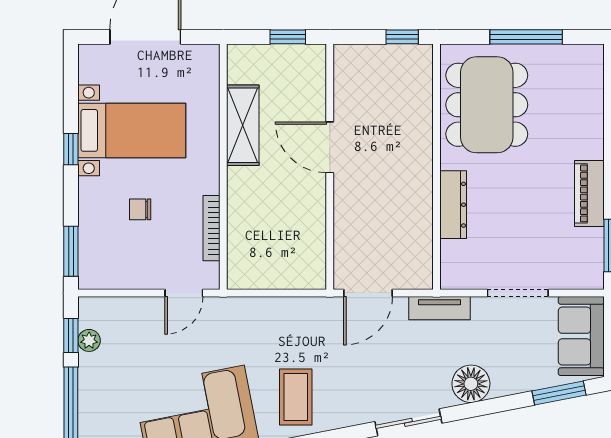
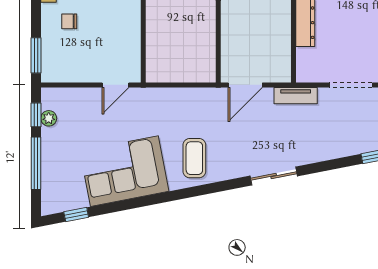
chair: (140, 209) -> (69, 21), moved
bookcase: (211, 228) -> (135, 39), removed
floor lamp: (471, 384) -> (318, 149), removed

